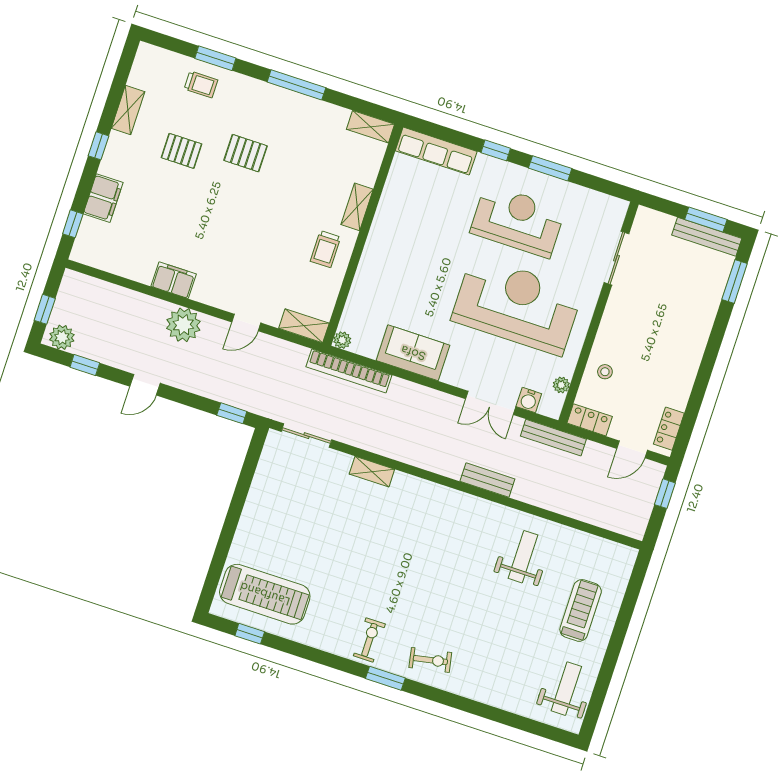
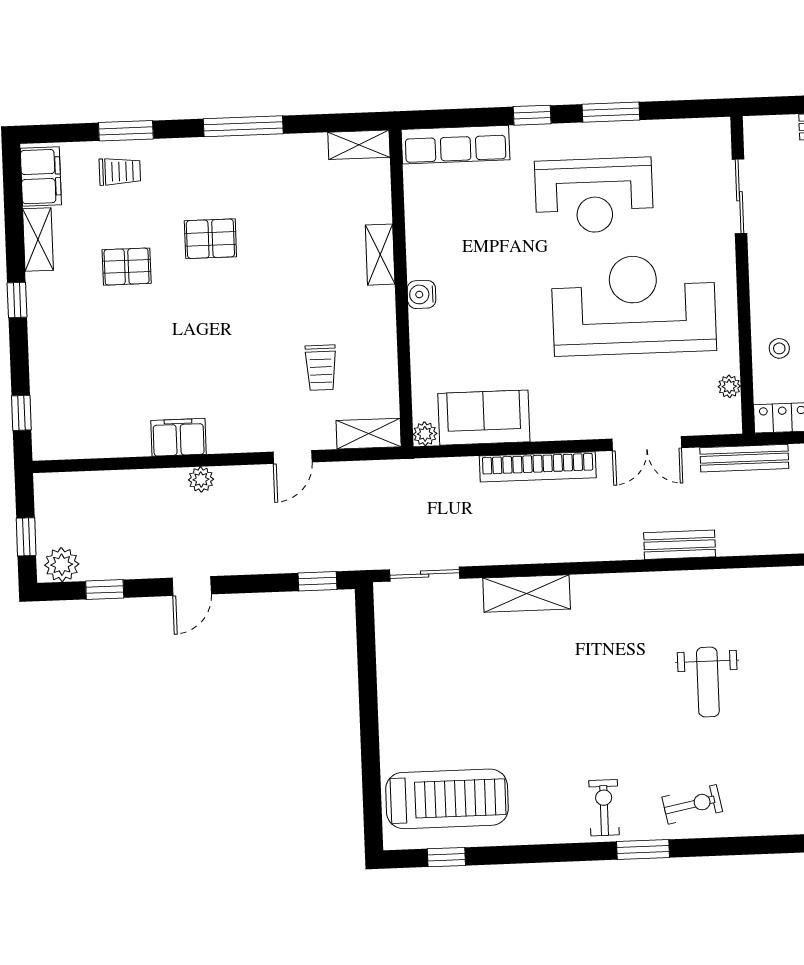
filing cabinet: (103, 198) -> (41, 176), moved
reception desk: (518, 221) -> (594, 195), turned 180
trolley: (326, 249) -> (321, 368), moved
plant: (183, 325) -> (201, 479), width x0.53, depth x0.53
sofa: (413, 353) -> (484, 418), moved
bookcase: (349, 371) -> (538, 467), moved
water cooler: (529, 400) -> (422, 294), moved, turned 90
shelving: (372, 472) -> (527, 594), width x1.50, depth x1.33
weight bench: (523, 557) -> (708, 682), moved, turned 180

